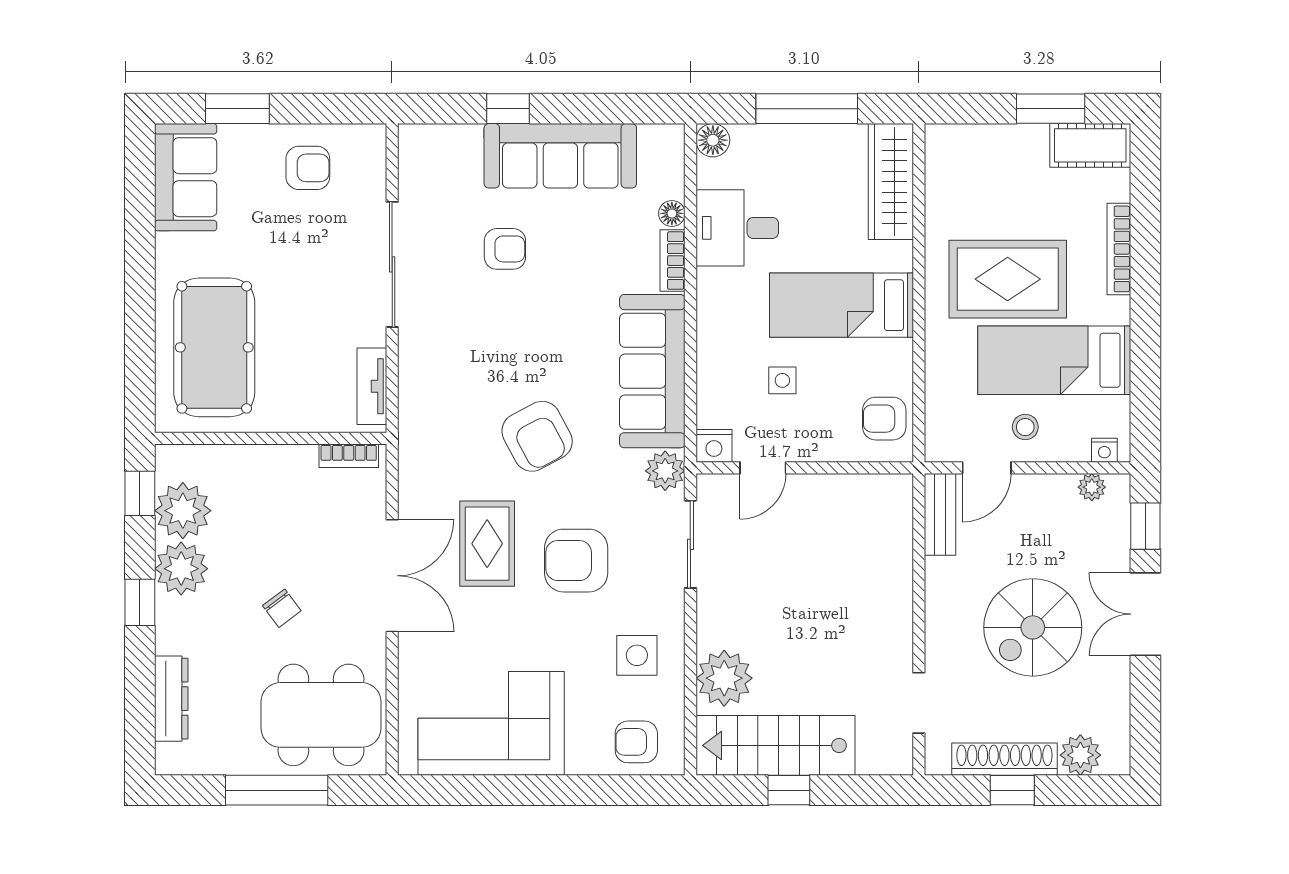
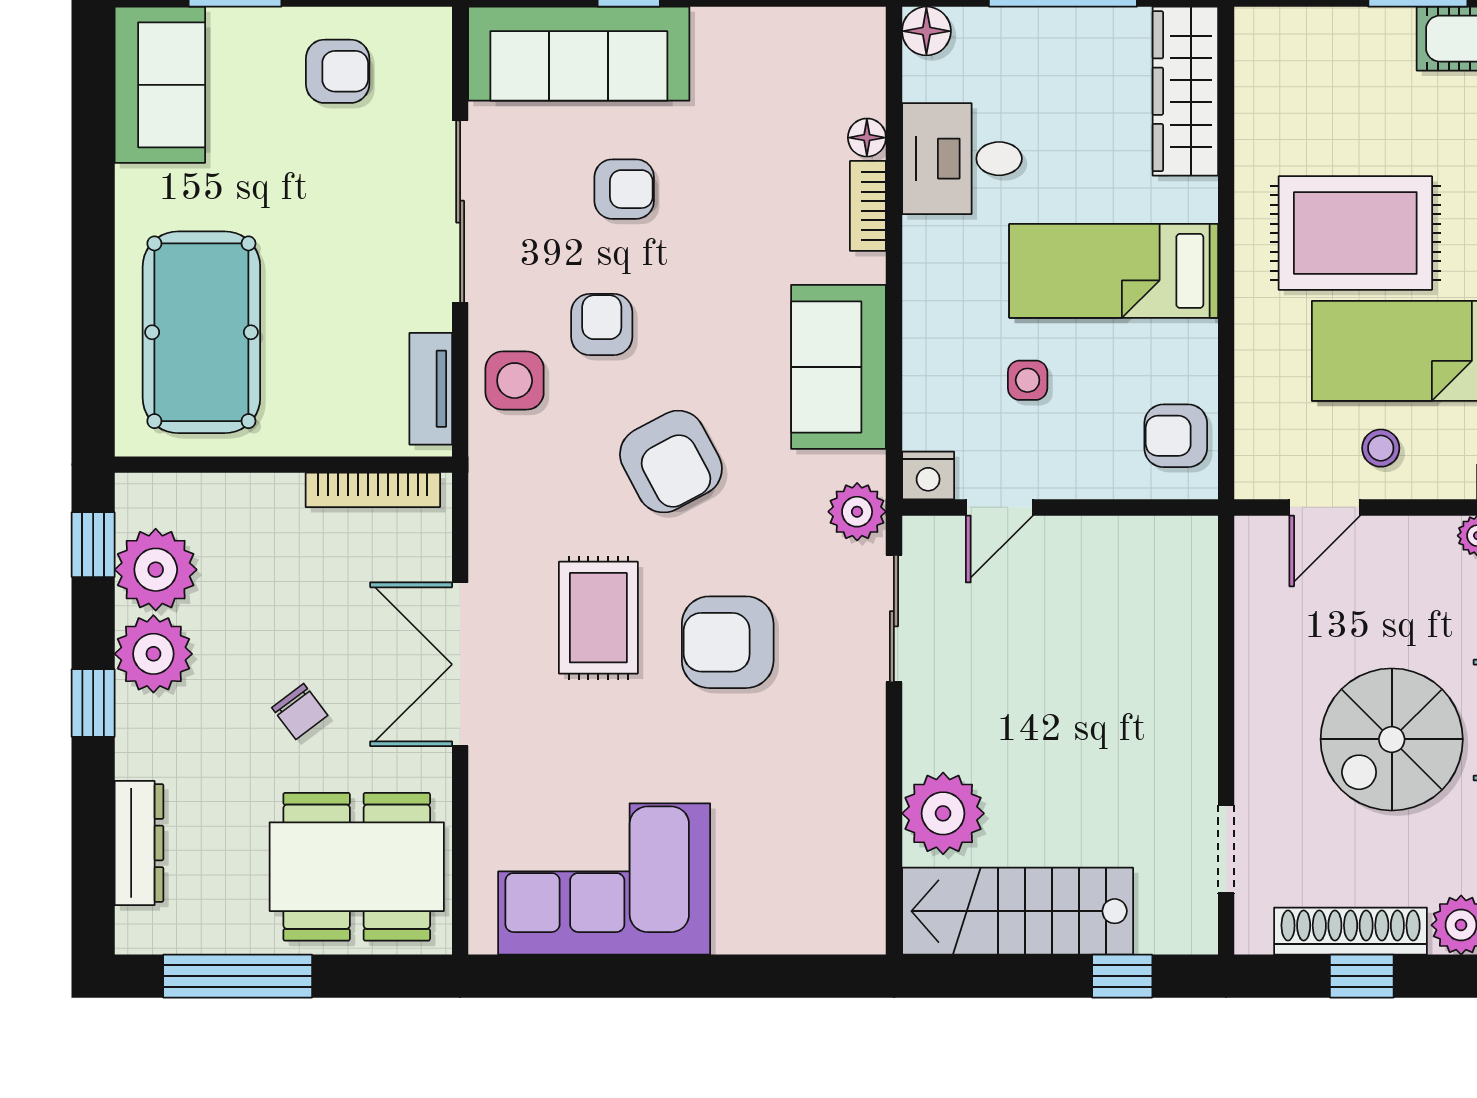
sofa: (560, 156) -> (579, 54), moved
sofa: (652, 371) -> (839, 367), width x0.73
bookcase: (349, 456) -> (373, 490), width x1.56
bench: (940, 514) -> (1257, 575), removed
double door: (392, 576) -> (460, 664), swing flipped
side table: (637, 655) -> (515, 381), moved
armchair: (636, 742) -> (602, 325), moved, turned 90
window: (277, 790) -> (238, 976), moved
window: (789, 790) -> (1122, 976), moved

